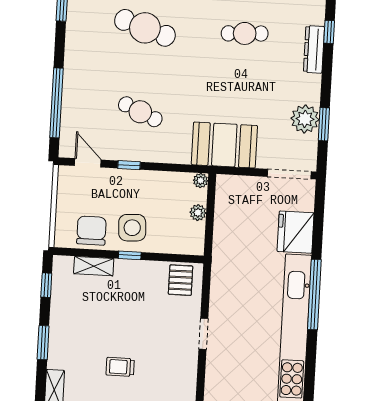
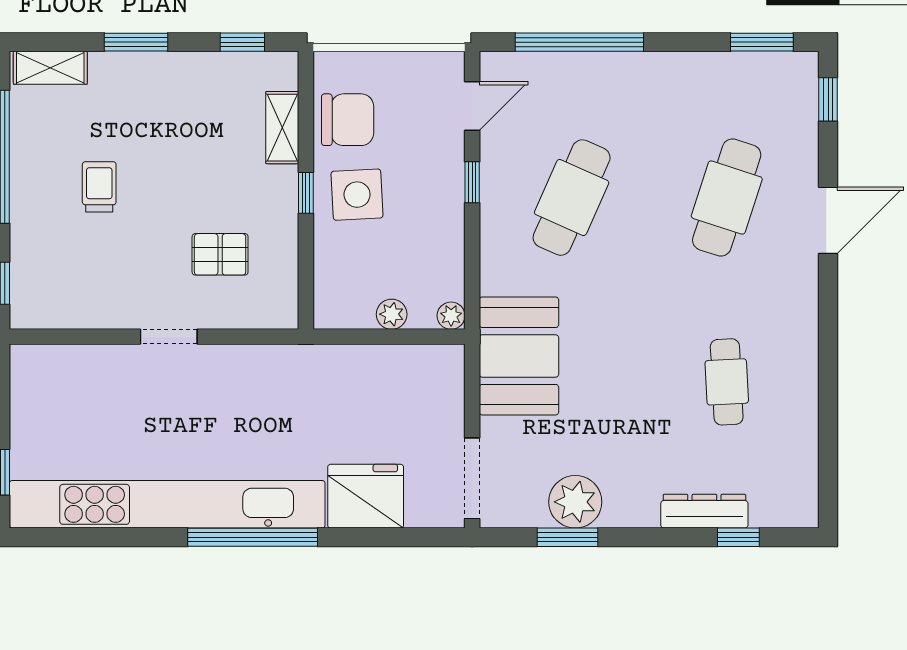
cafe table: (140, 112) -> (572, 198), width x1.37, depth x1.35
pallet: (181, 280) -> (220, 254), moved

